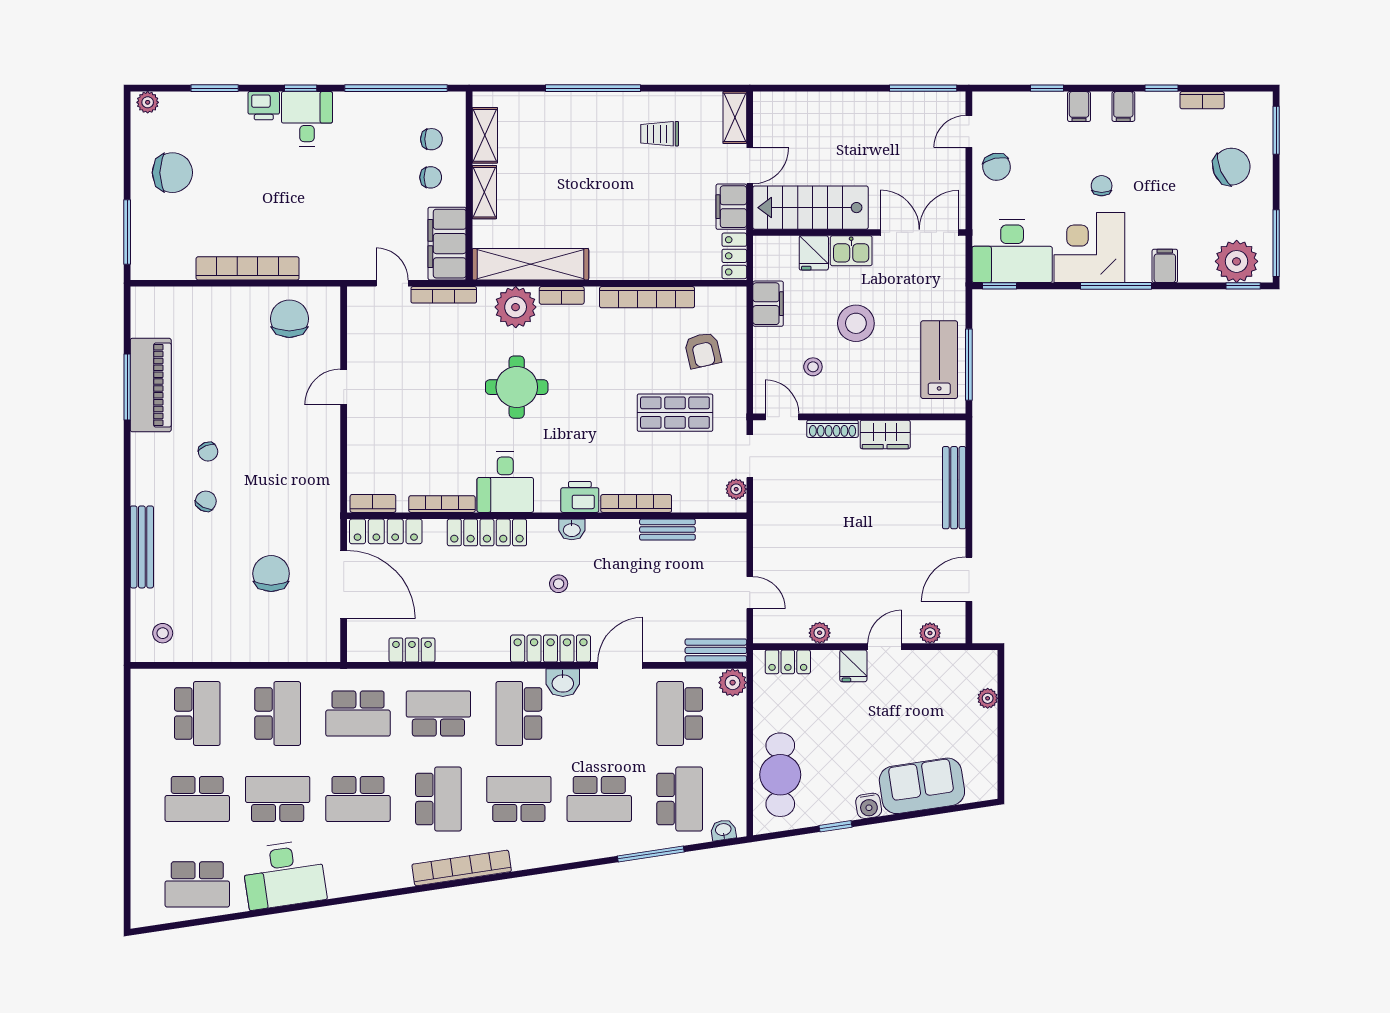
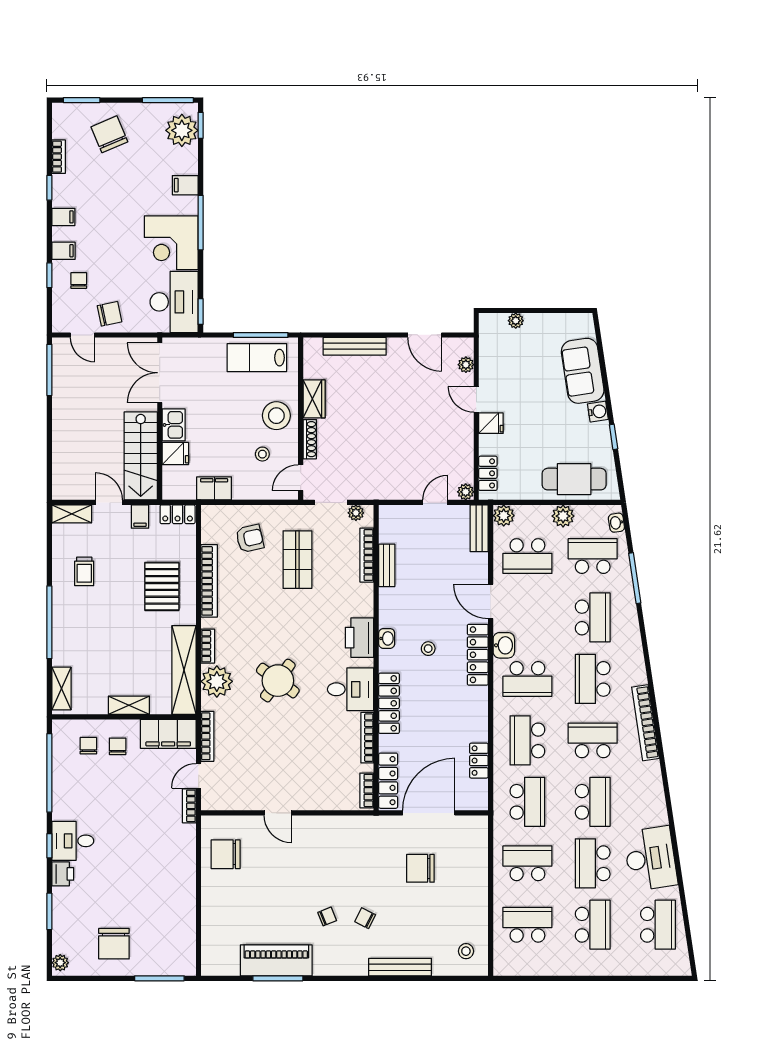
shelving: (485, 135) -> (61, 689), moved, turned 90
chair: (172, 173) -> (114, 944), turned 180
chair: (1102, 186) -> (79, 280), moved, turned 90
filing cabinet: (731, 207) -> (140, 517), width x0.50
pallet: (640, 235) -> (162, 586), added
bookcase: (248, 268) -> (189, 806), moved, width x0.43, depth x0.76
stool: (856, 323) -> (276, 416), moved
round table: (517, 387) -> (278, 681), turned 36
printer: (580, 497) -> (360, 638), width x1.37, depth x1.19
bookcase: (636, 503) -> (367, 555), moved
plant: (820, 633) -> (466, 492), moved
plant: (732, 760) -> (563, 516), added

